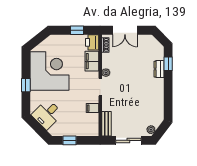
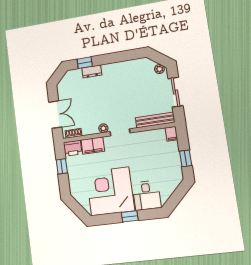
filing cabinet: (92, 108) -> (171, 134), moved
desk: (47, 114) -> (147, 195), moved, turned 45
bench: (106, 124) -> (155, 120), width x1.36

